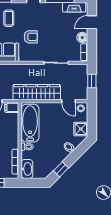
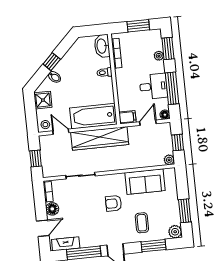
bathtub: (30, 123) -> (93, 116), moved, turned 90
window: (61, 169) -> (52, 62), moved

